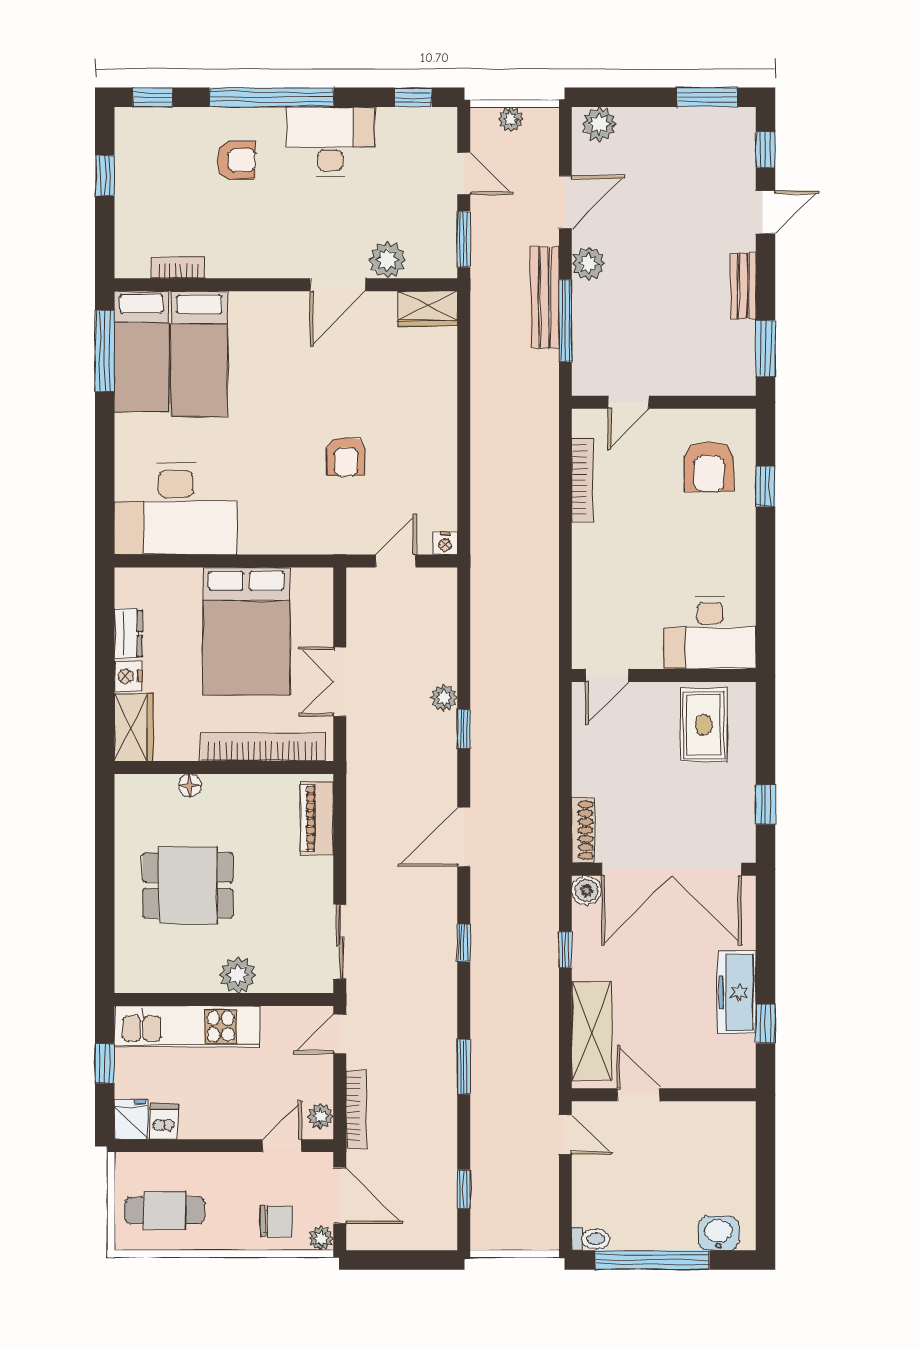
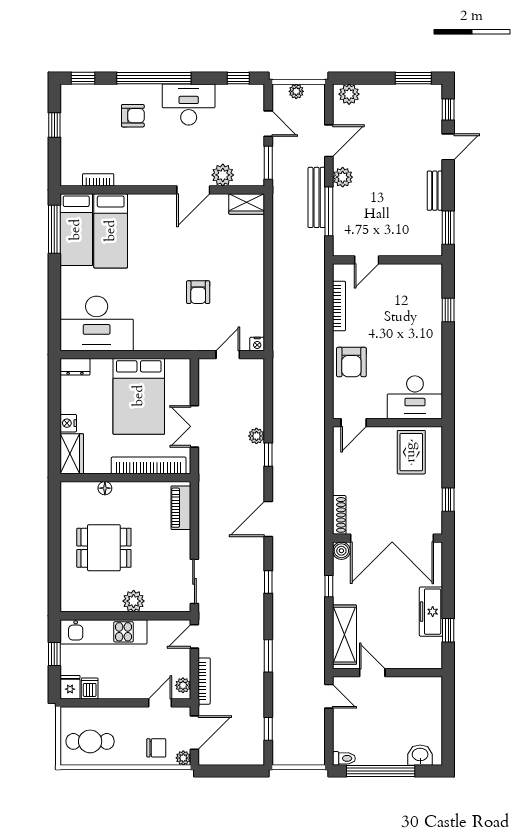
armchair: (709, 467) -> (351, 362), moved
dresser: (128, 634) -> (75, 367), moved, turned 90
door: (340, 1195) -> (194, 733), hinge flipped

